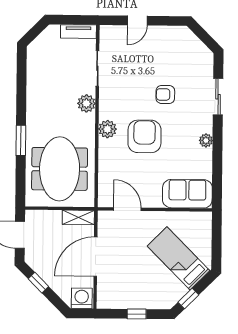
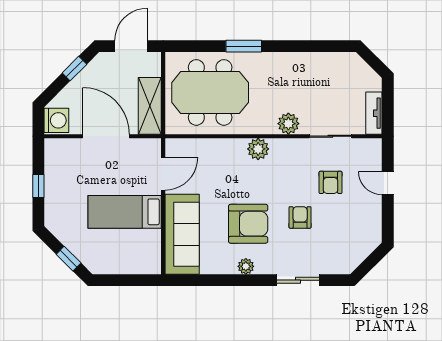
armchair: (136, 69) -> (331, 182), added
armchair: (144, 136) -> (248, 224), moved
sofa: (187, 194) -> (182, 234), width x1.36
shelving: (78, 217) -> (150, 106), width x1.50, depth x1.33
bed: (179, 258) -> (125, 212), moved, turned -135
window: (188, 298) -> (69, 259), moved

